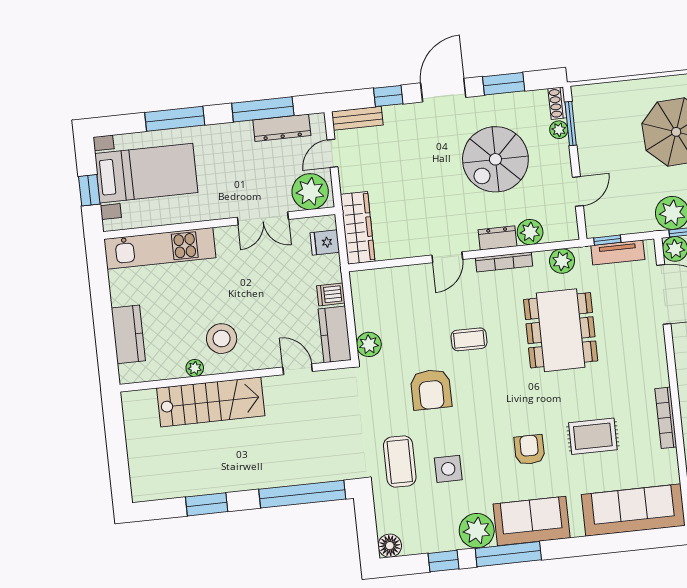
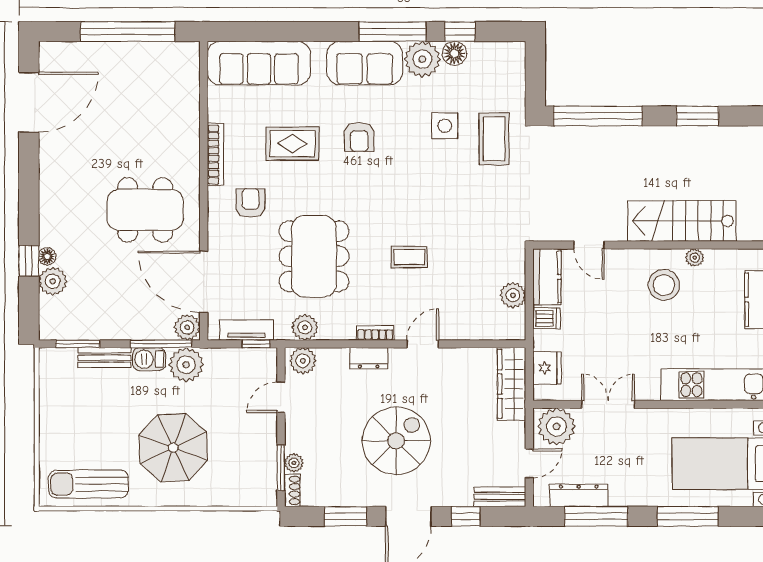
spiral stairs: (495, 159) -> (396, 441), moved
plant: (530, 232) -> (303, 361), moved
fridge: (325, 242) -> (547, 368), width x1.38
bookcase: (504, 262) -> (375, 333), width x0.64
plant: (369, 344) -> (513, 295), moved
armchair: (431, 390) -> (251, 203), moved, width x0.72, depth x0.72
floor lamp: (390, 546) -> (454, 53), moved

